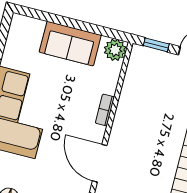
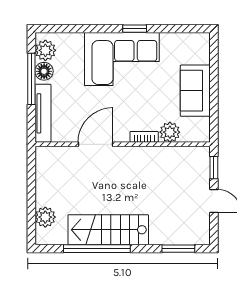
plant: (115, 50) -> (170, 132), moved

